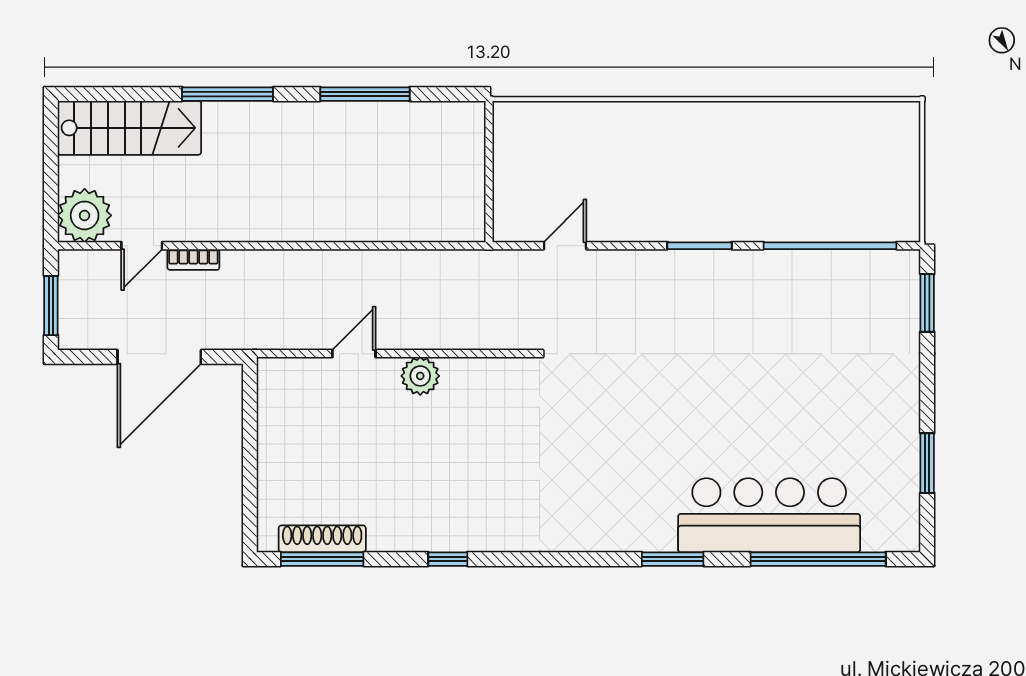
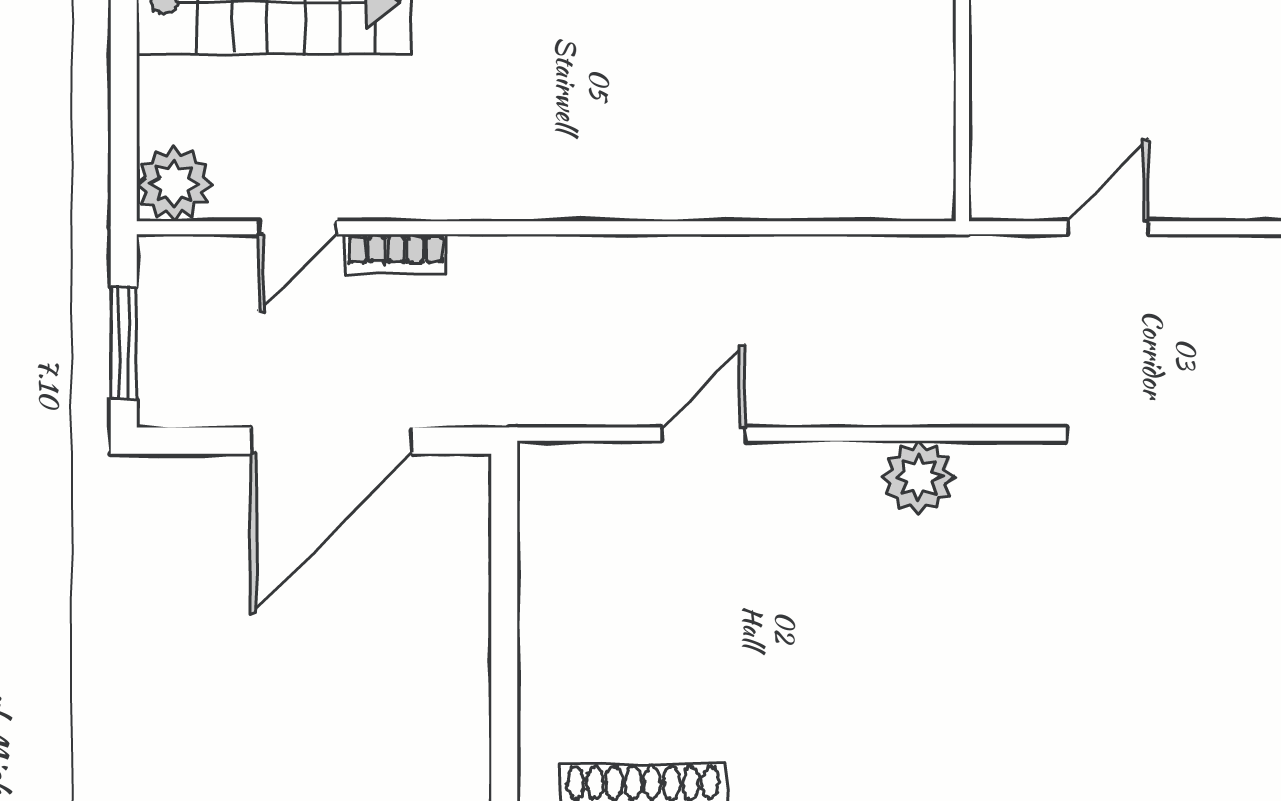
plant: (85, 215) -> (174, 184), width x0.73, depth x0.73
plant: (420, 376) -> (919, 477), moved

